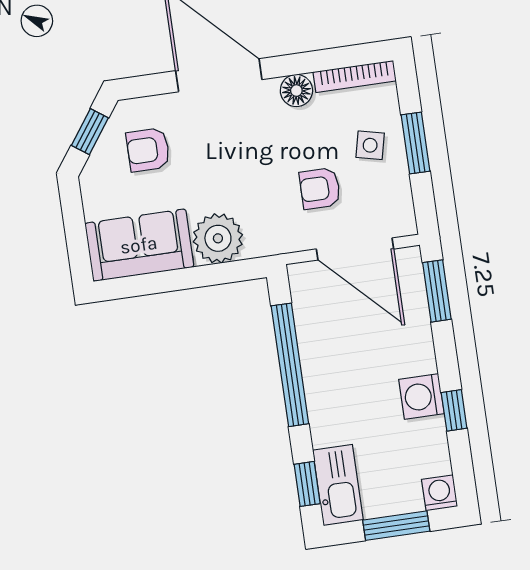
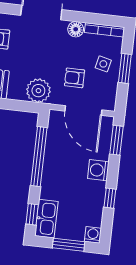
plant: (218, 238) -> (38, 91), moved
washing machine: (421, 397) -> (98, 170), moved

